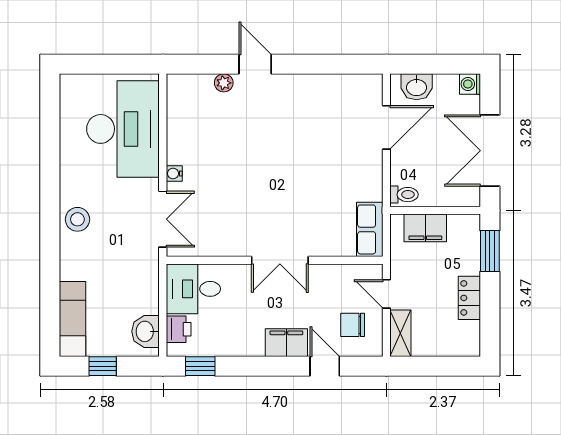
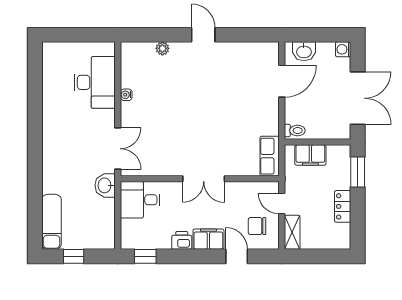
door: (255, 64) -> (203, 35), moved
desk: (123, 129) -> (95, 82), width x0.73, depth x0.77
double door: (490, 151) -> (358, 98), swing flipped
water cooler: (174, 174) -> (126, 95), moved
stool: (77, 219) -> (55, 149), removed
printer: (179, 329) -> (182, 240), moved, turned -90
washbasin: (146, 331) -> (105, 185), moved

